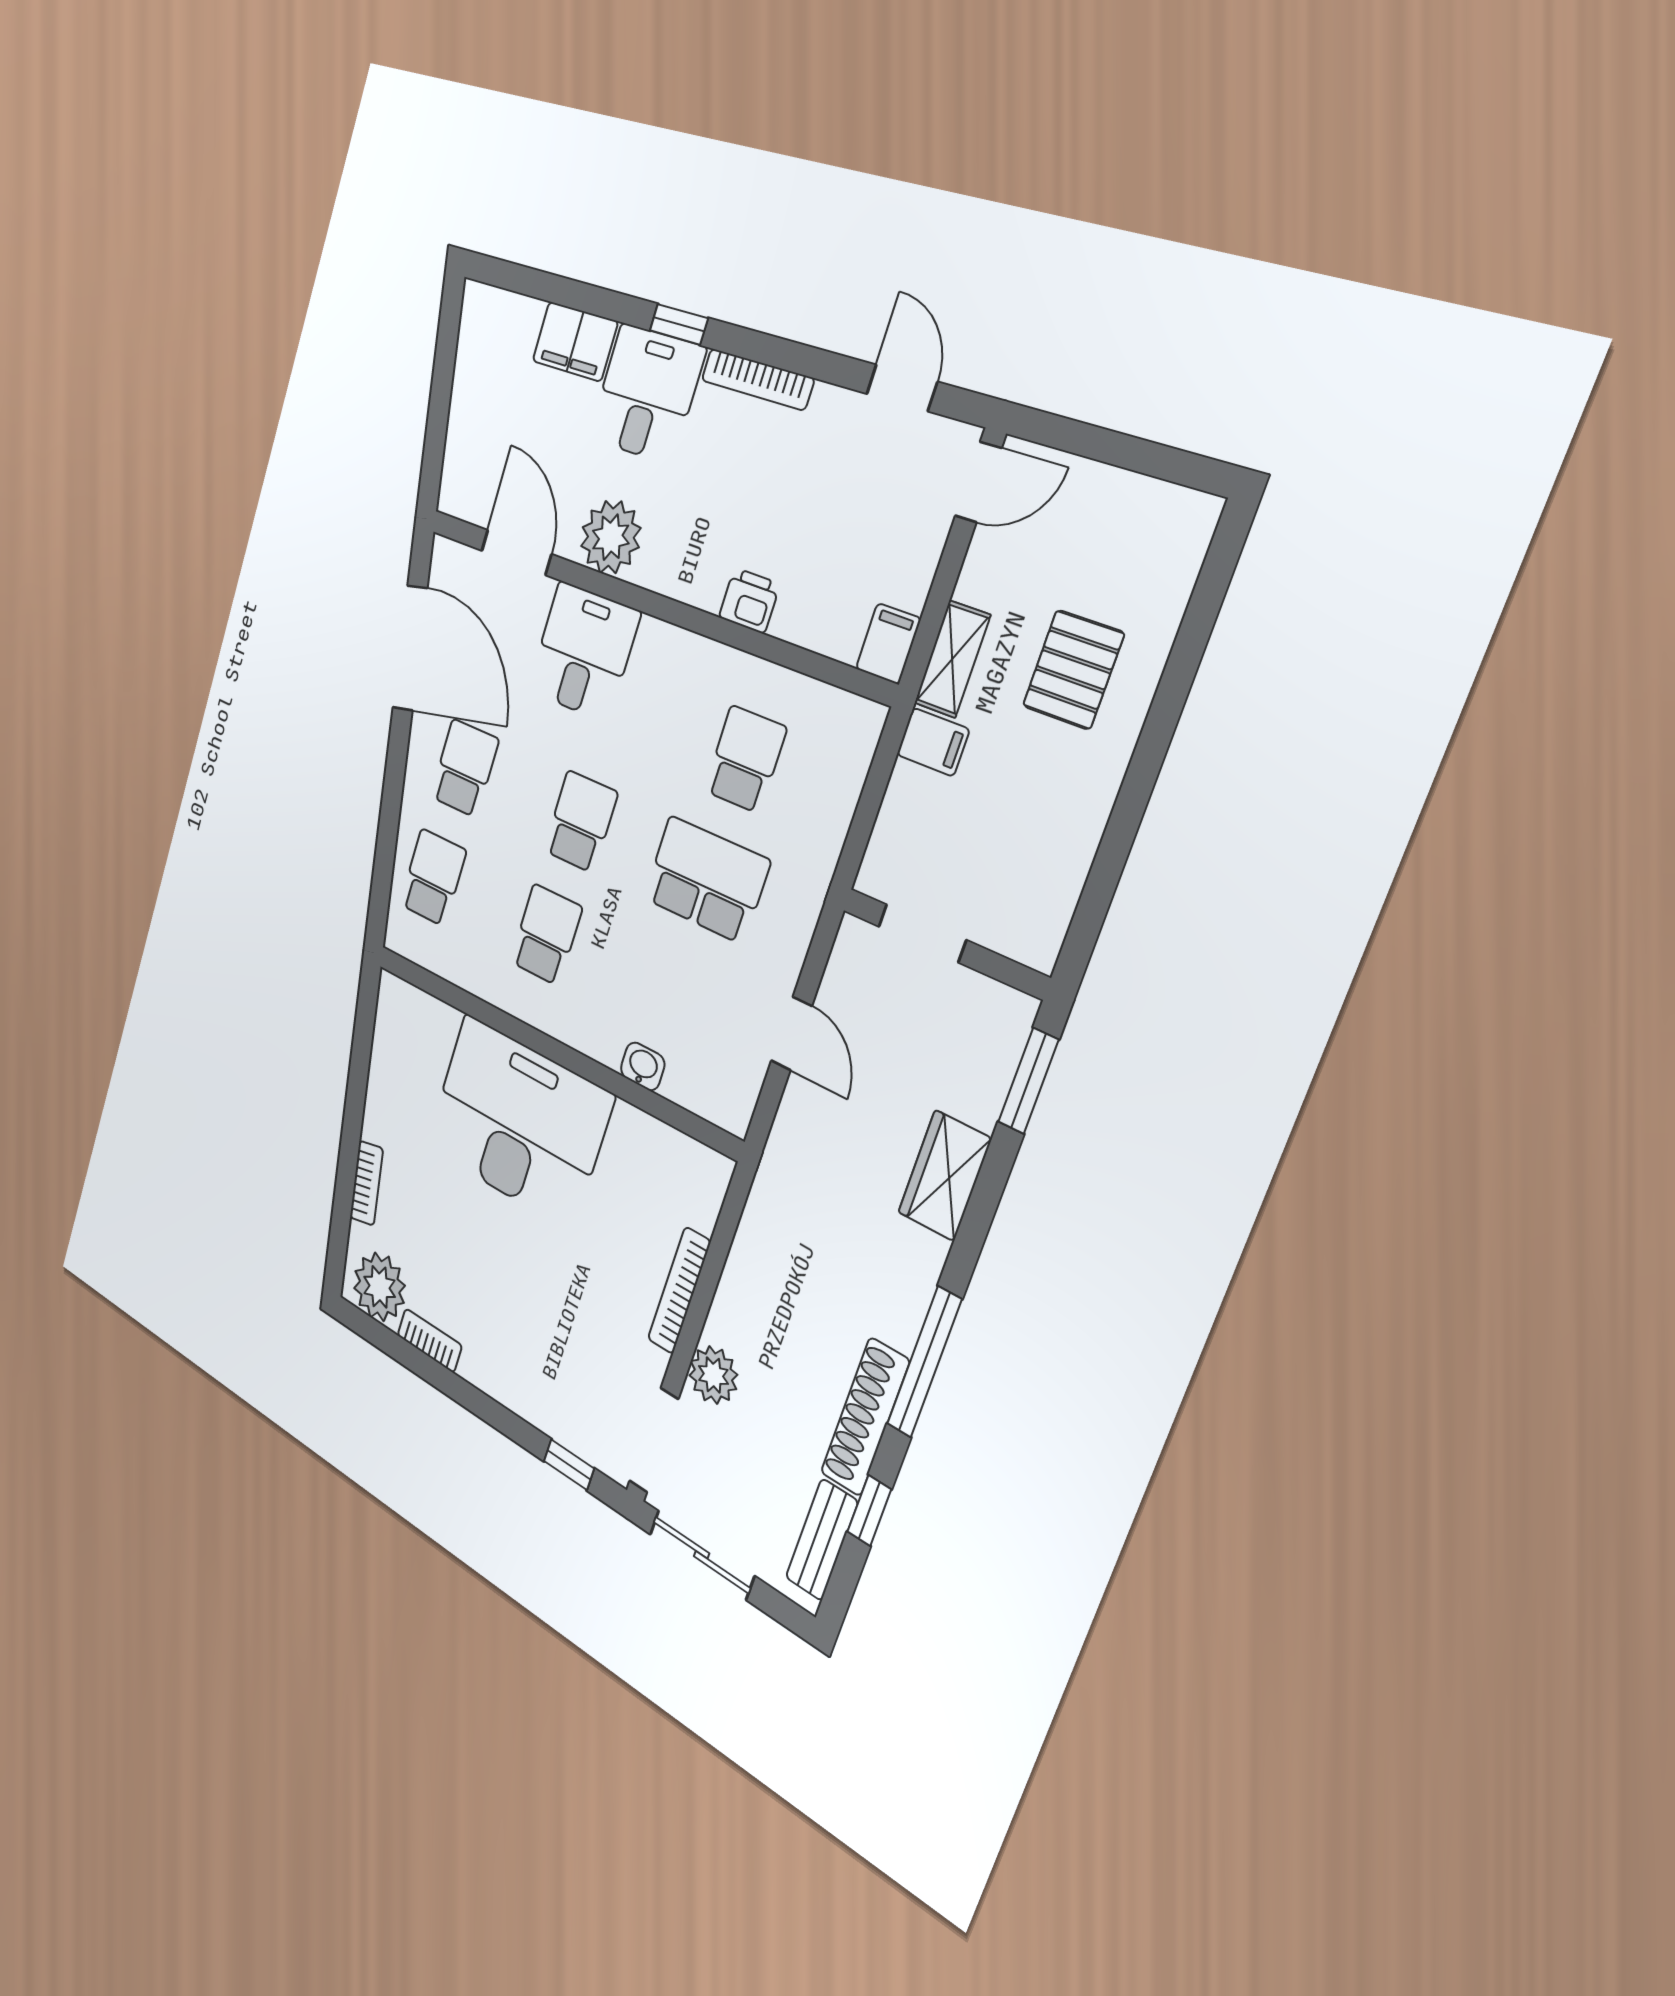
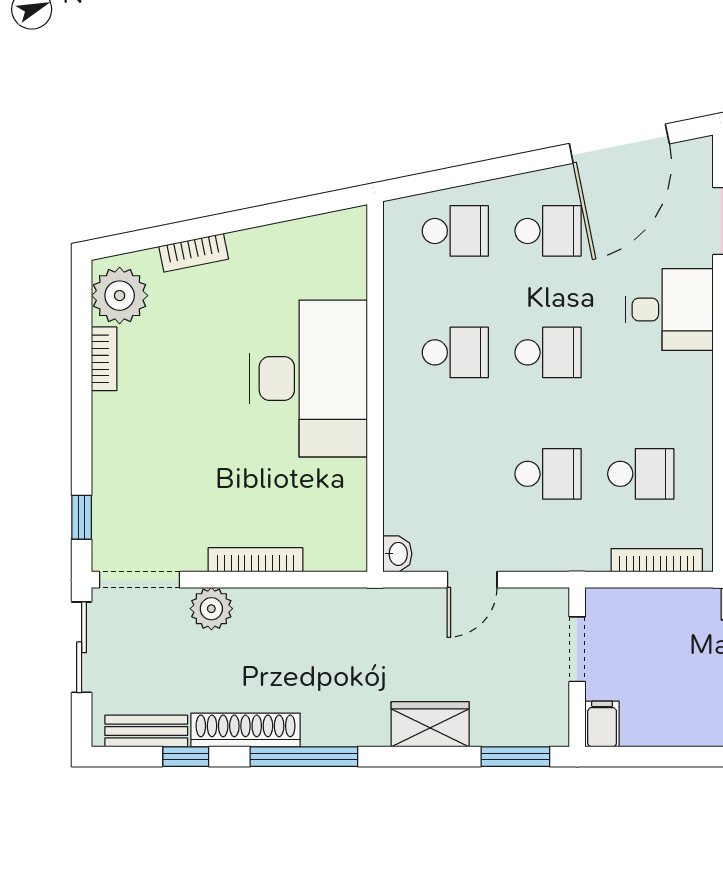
filing cabinet: (933, 742) -> (602, 724), moved, turned 180
bookcase: (851, 779) -> (657, 560), added
school desk: (706, 880) -> (548, 474), width x0.54
washbasin: (643, 1066) -> (397, 554), moved

